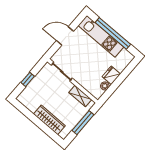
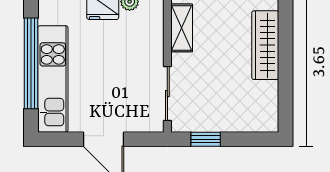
window: (28, 79) -> (206, 139), moved

